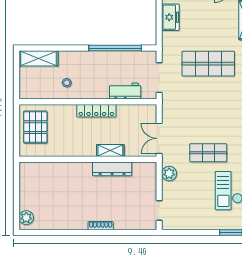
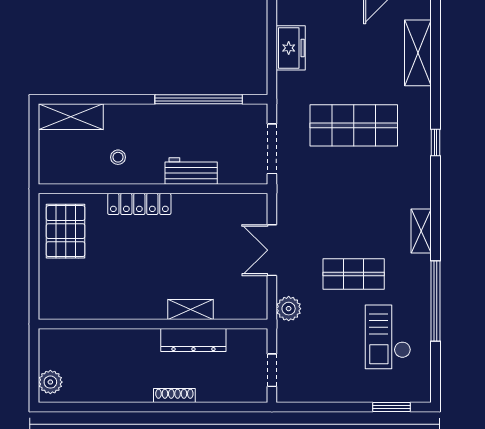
workbench: (125, 91) -> (191, 171), moved
locker: (96, 111) -> (139, 204), moved
shelving: (110, 151) -> (191, 309), moved
wall: (88, 159) -> (153, 324), moved
dresser: (112, 169) -> (193, 340), moved

